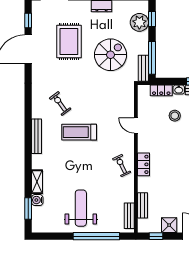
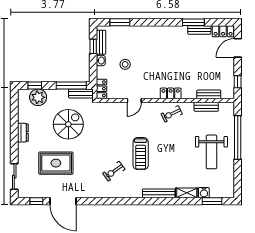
spiral stairs: (111, 55) -> (68, 124), turned 90
locker: (161, 90) -> (102, 89), moved
bench: (37, 136) -> (159, 193), moved
weight bench: (81, 208) -> (211, 152), turned -90
bench: (129, 216) -> (206, 107), moved
shower: (169, 225) -> (227, 70), removed

